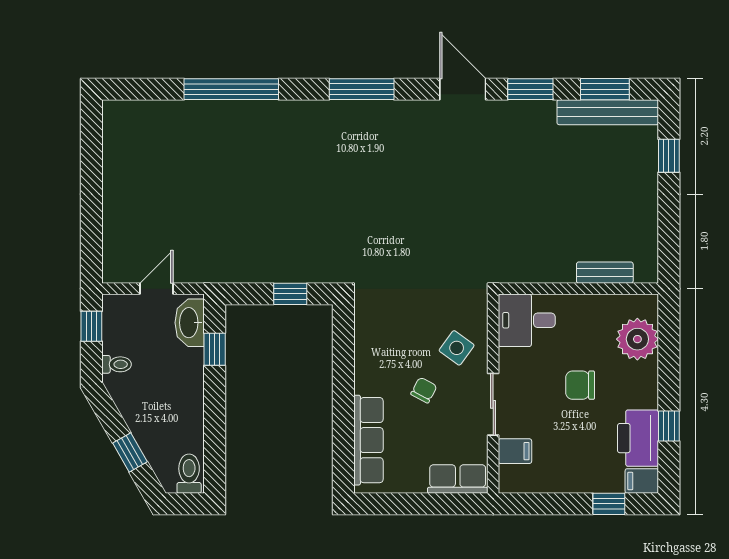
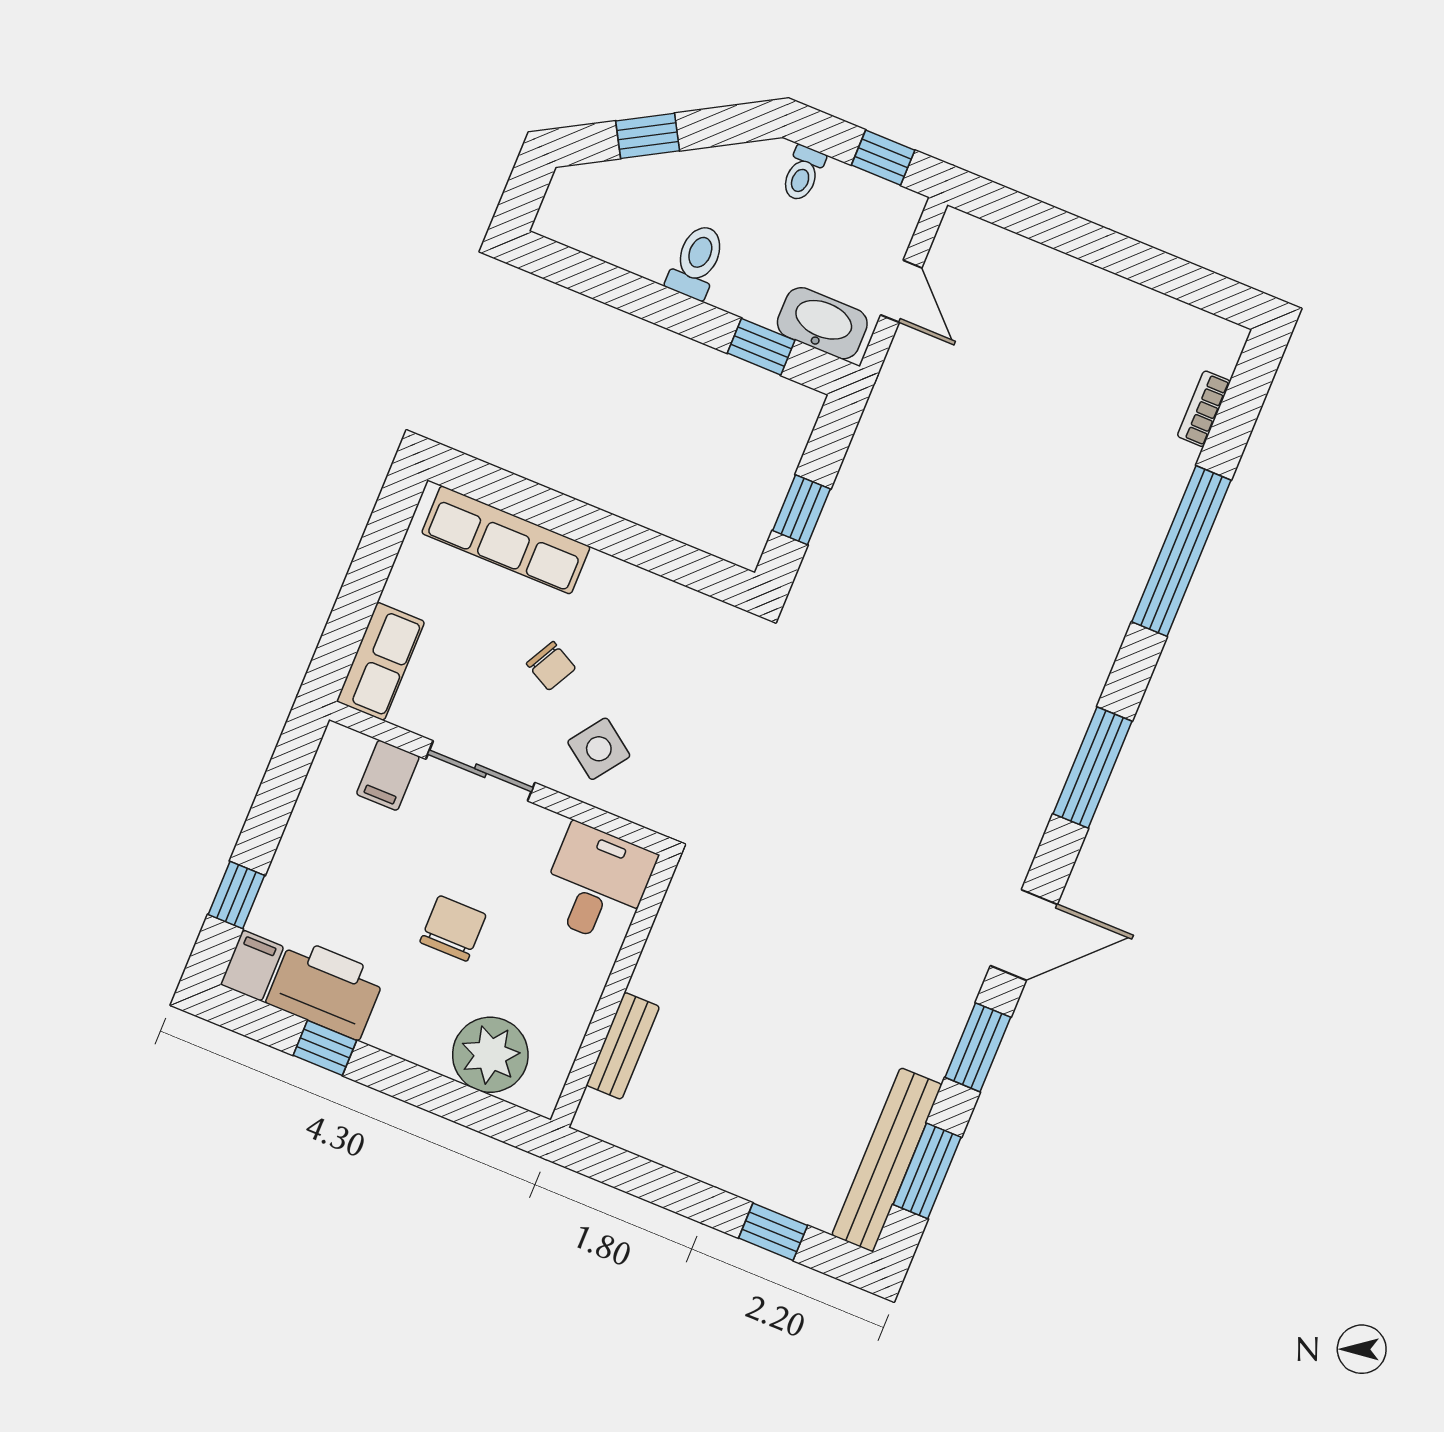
bookcase: (153, 108) -> (1204, 409), added
toilet: (189, 474) -> (697, 262), moved, turned -90

